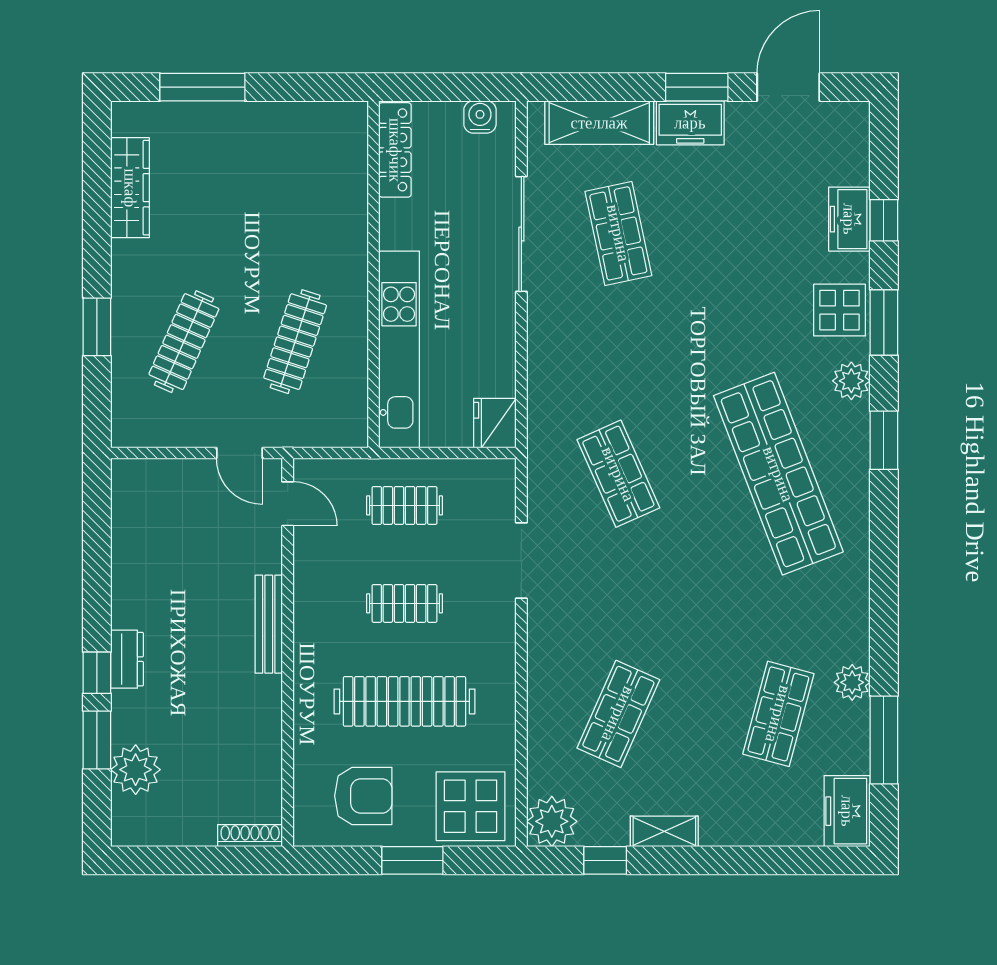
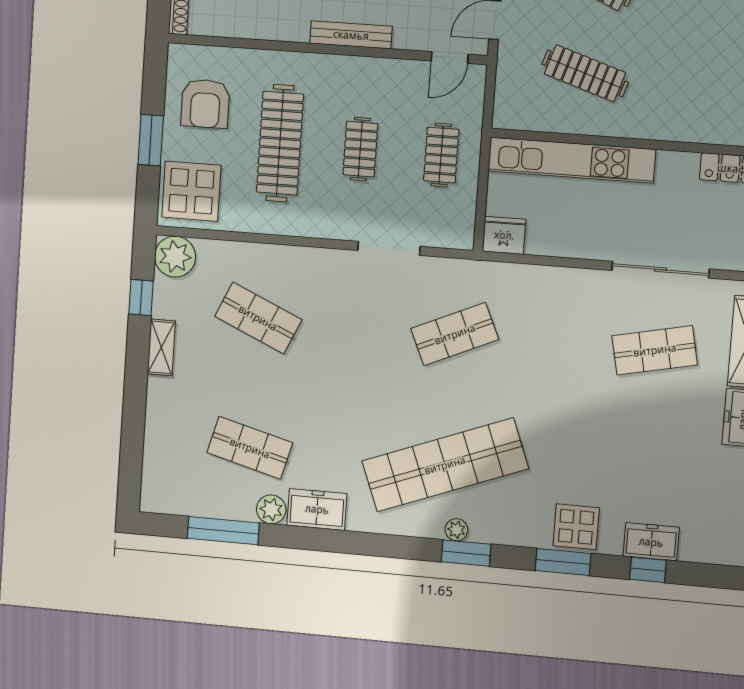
plant: (851, 381) -> (456, 530), moved, width x0.73, depth x0.73
freezer: (847, 811) -> (317, 509), moved

